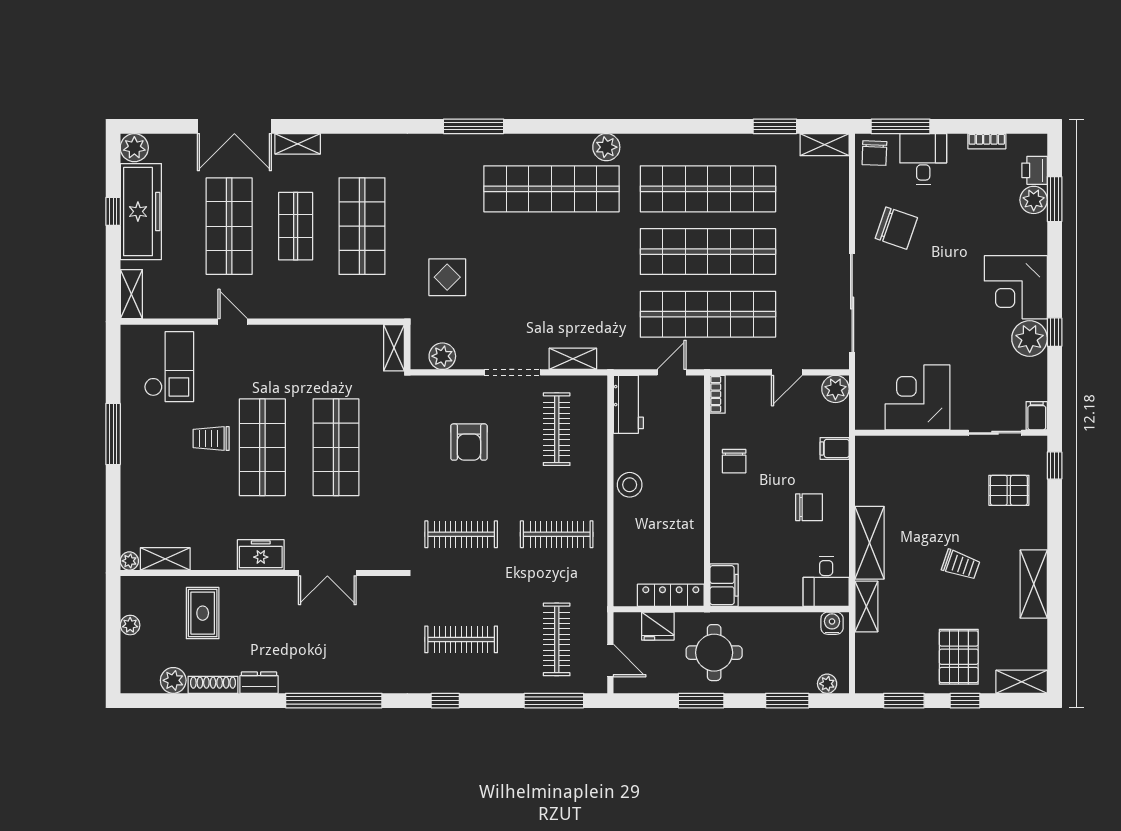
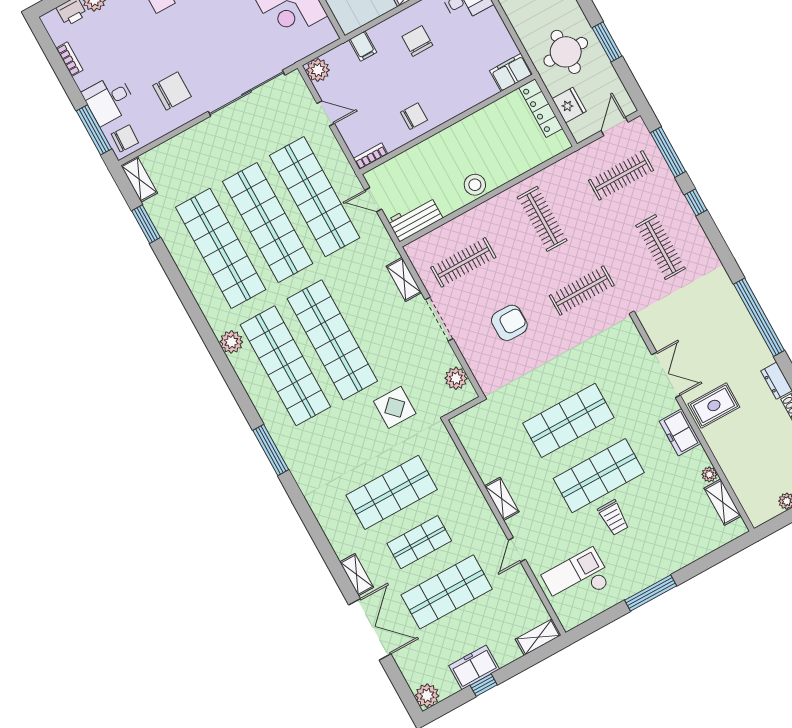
freezer: (141, 212) -> (474, 667), width x0.52, depth x0.79
chair: (896, 228) -> (172, 91), turned 71
shop shelf: (552, 252) -> (332, 340), added
shelving: (394, 348) -> (502, 499), moved, turned 90
clothes rail: (461, 534) -> (582, 291), turned 90
plant: (129, 561) -> (709, 474), moved
rug: (203, 613) -> (714, 405), moved
window: (445, 701) -> (696, 202), moved

